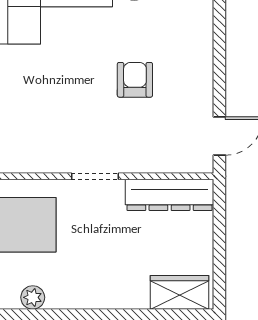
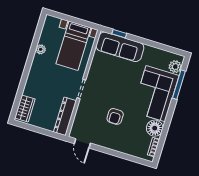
armchair: (135, 80) -> (115, 116), turned 90

